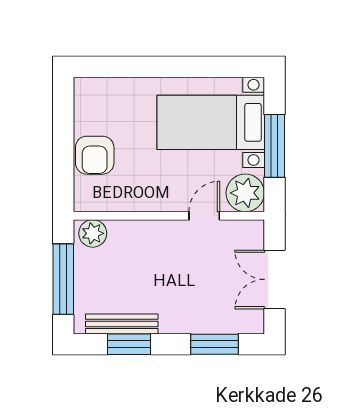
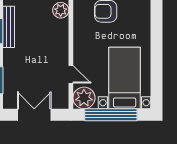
window: (274, 146) -> (111, 115), width x1.46

